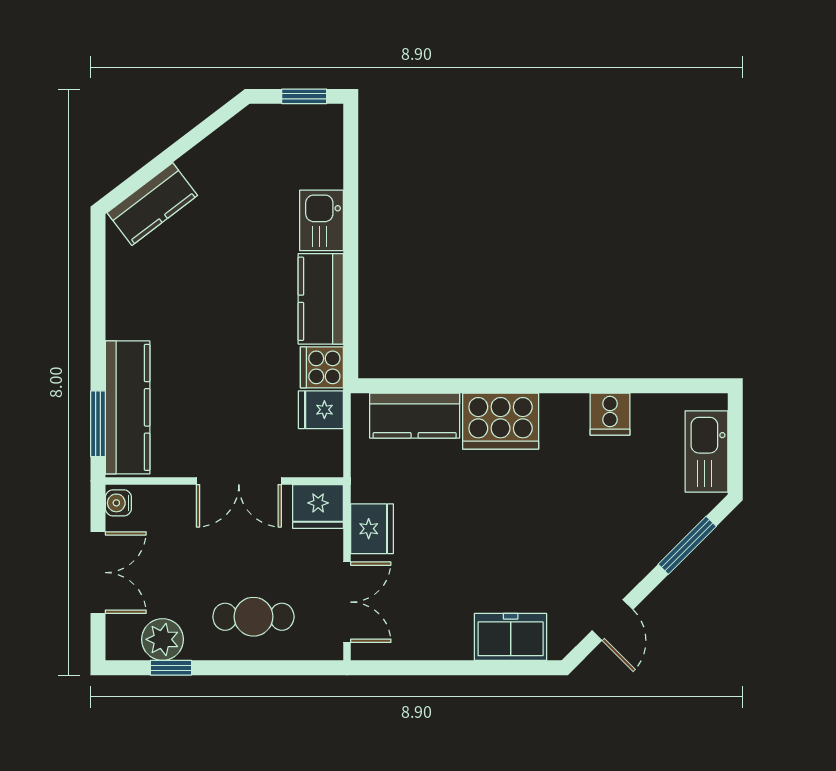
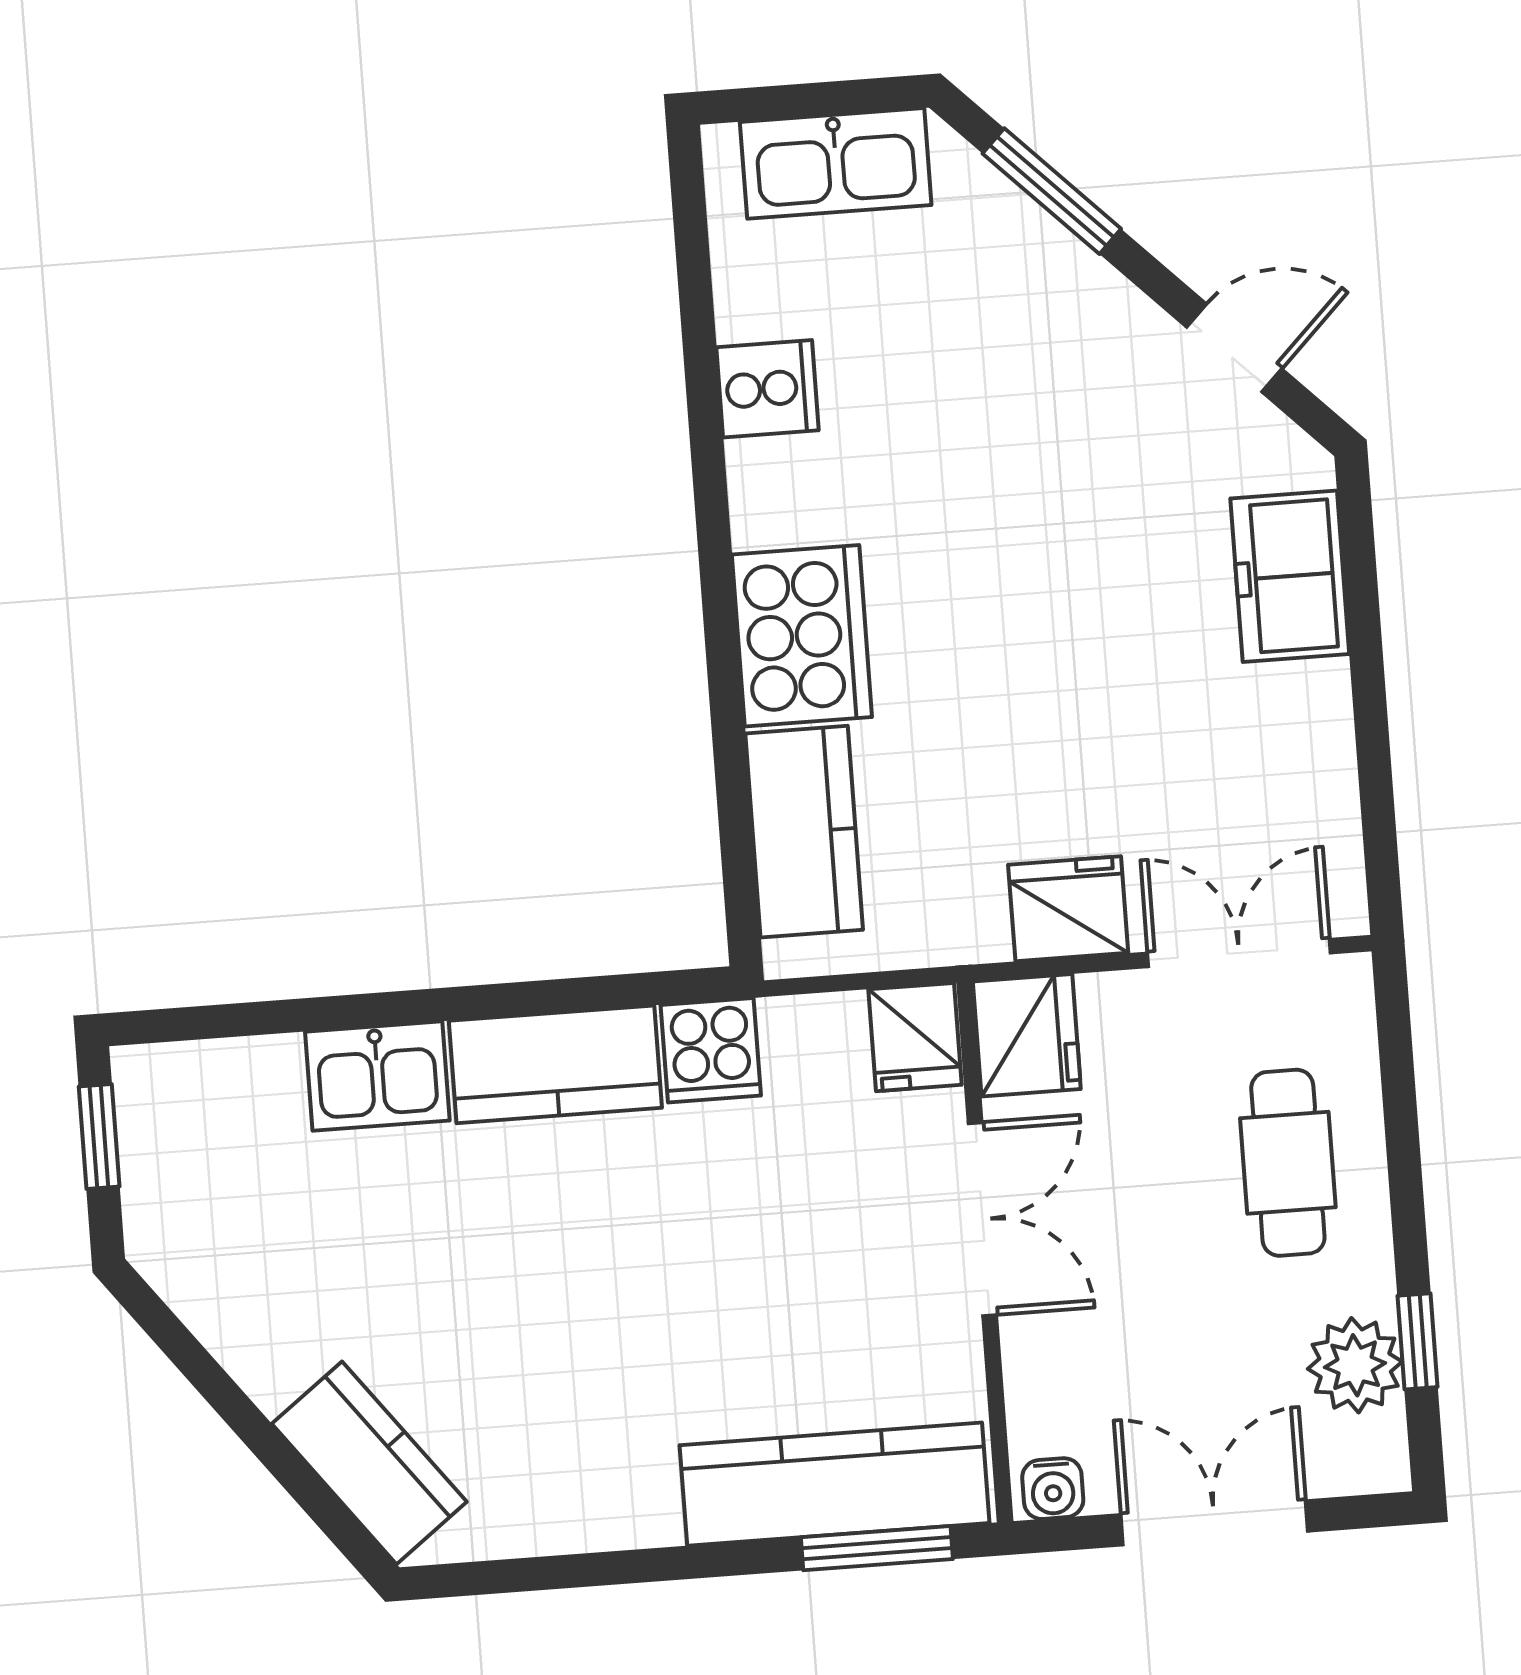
fridge: (321, 410) -> (915, 1037), moved

